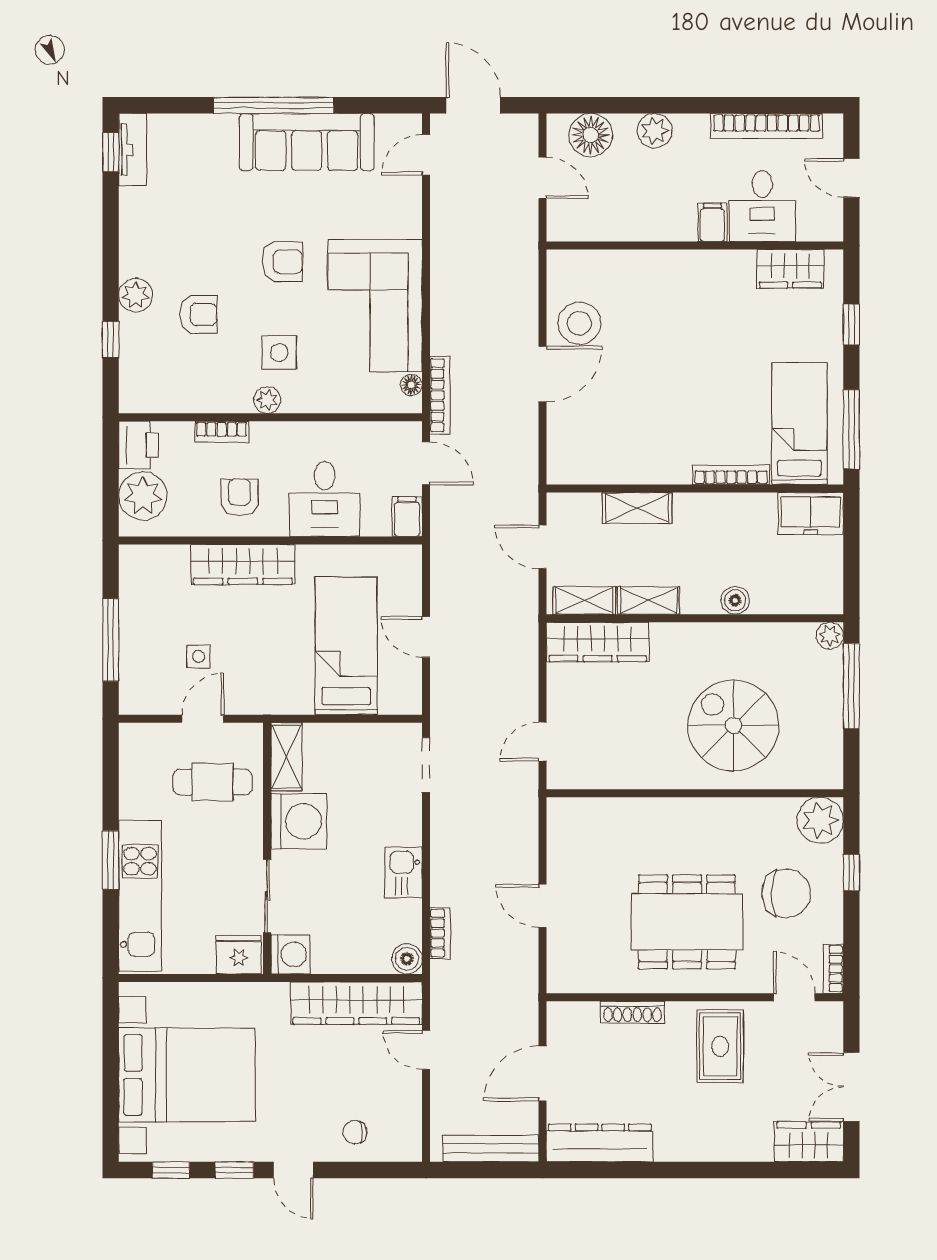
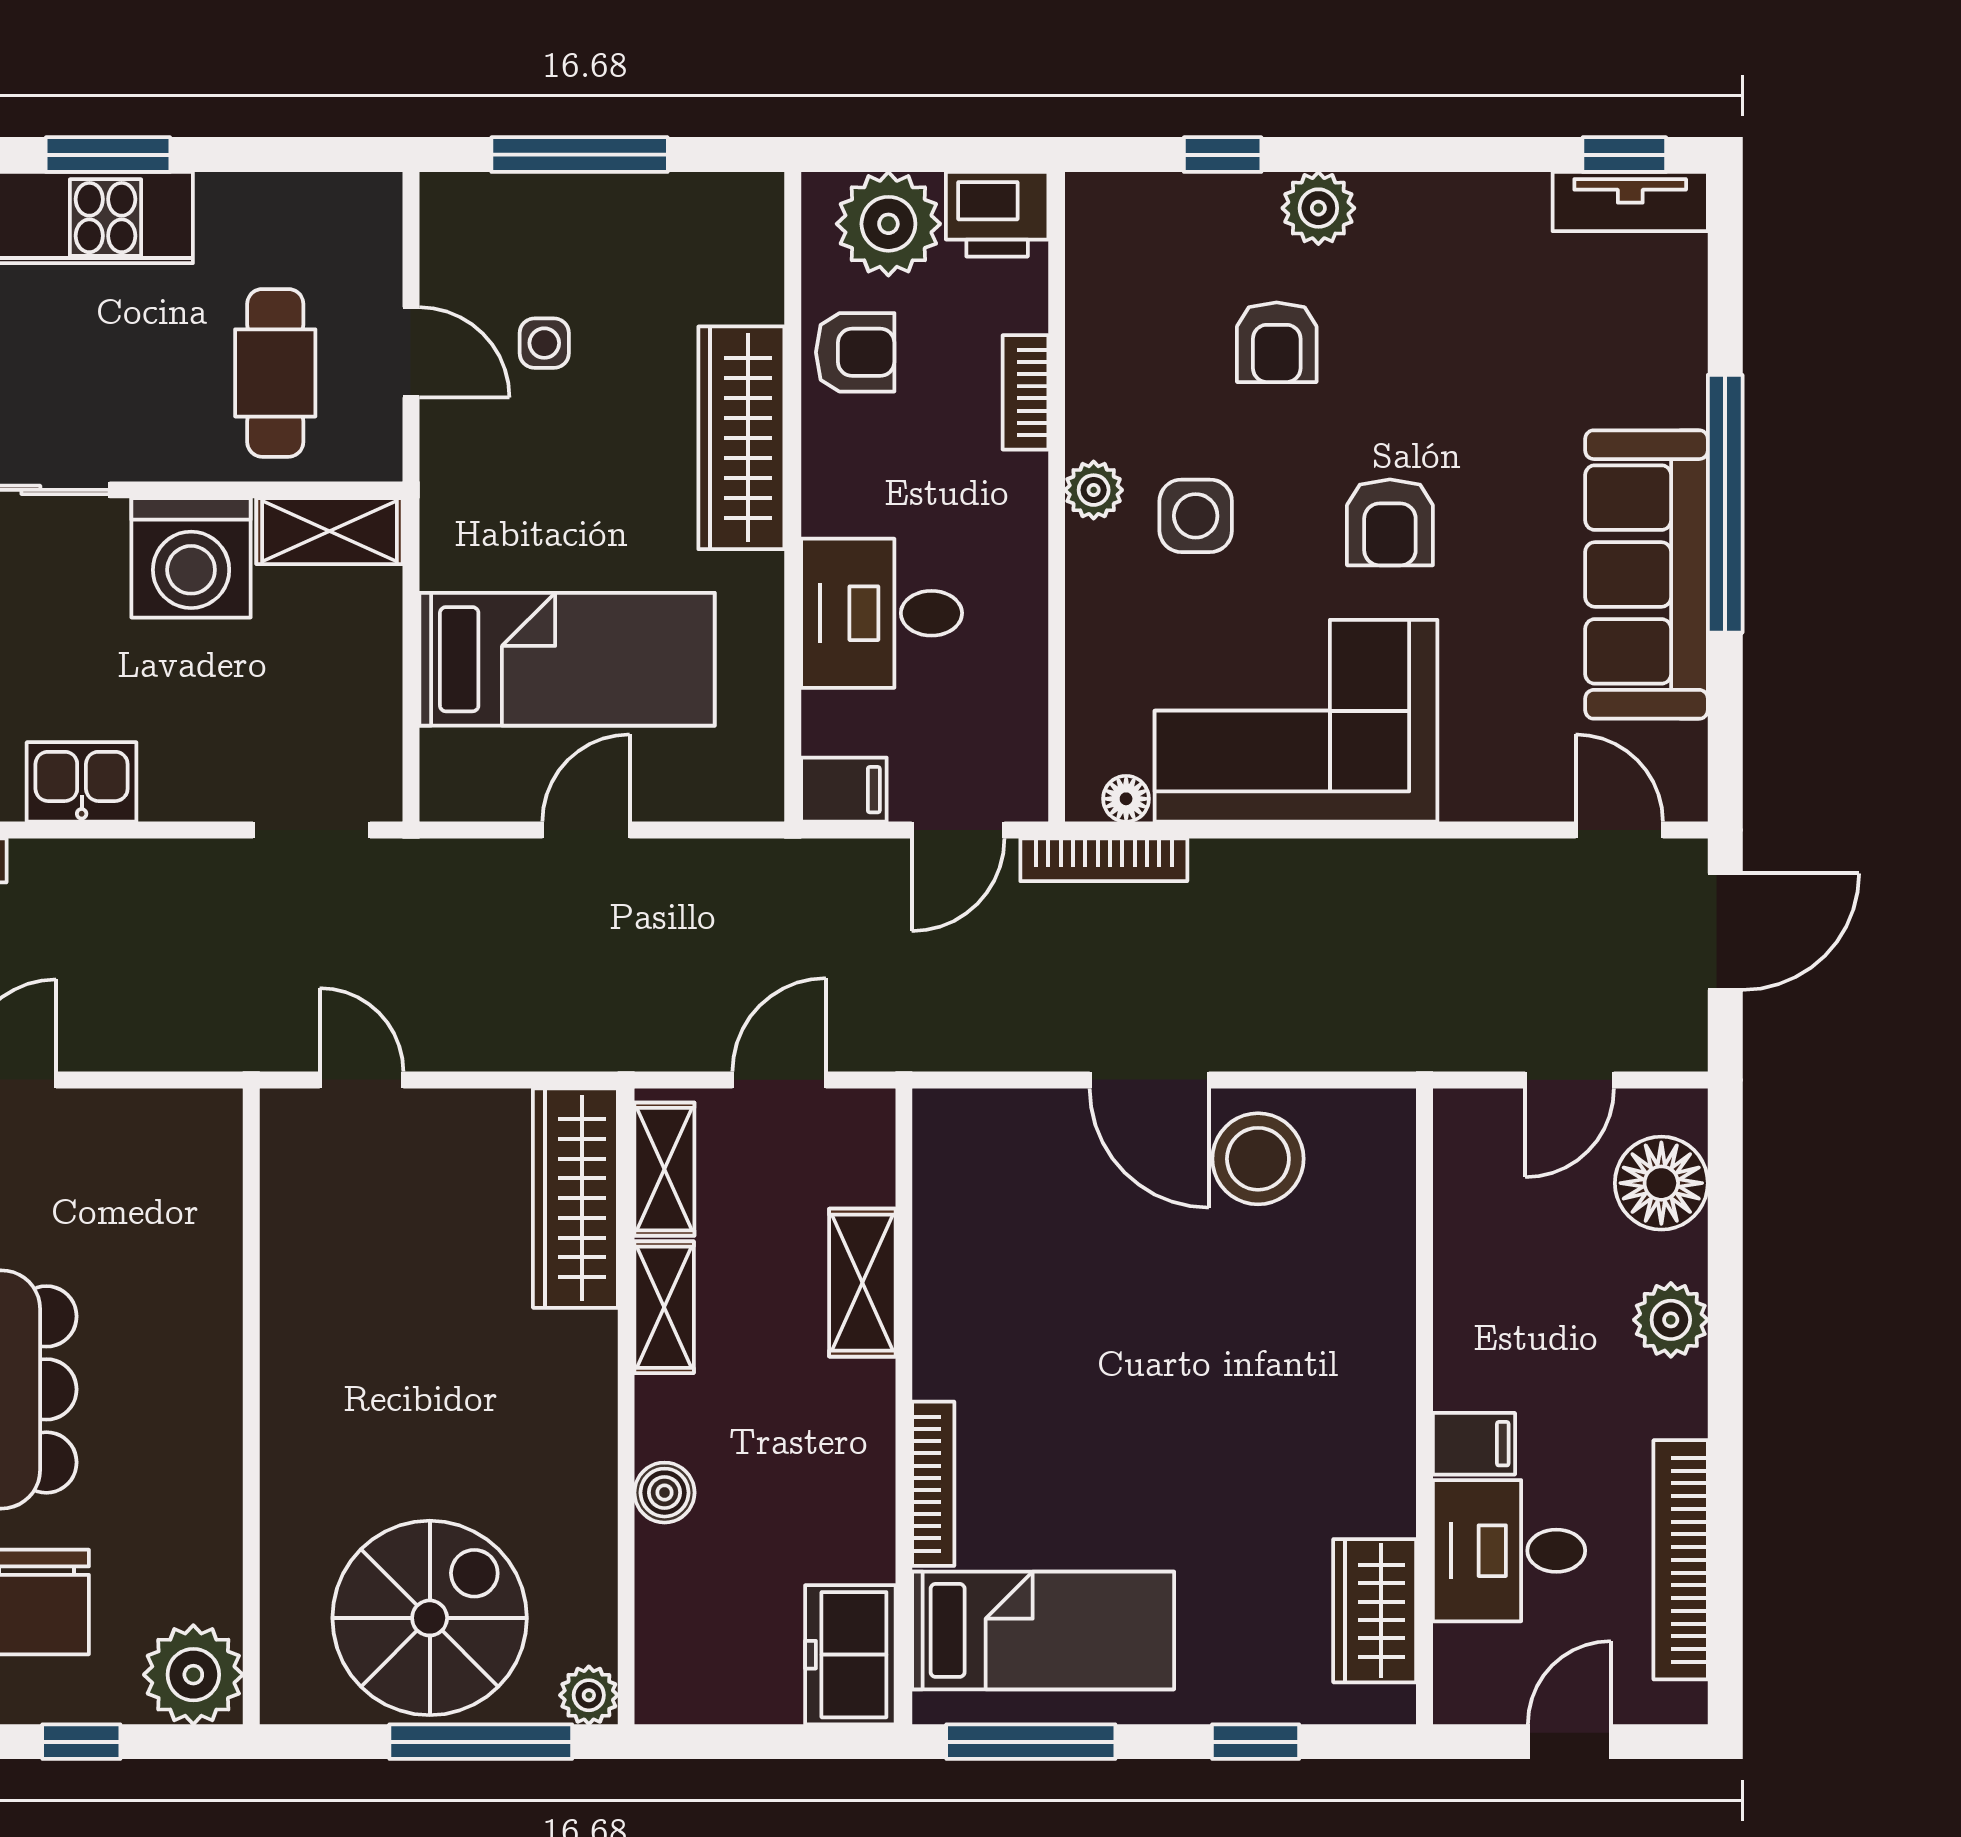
armchair: (239, 497) -> (855, 352), moved
spiral stairs: (733, 725) -> (430, 1618), moved

